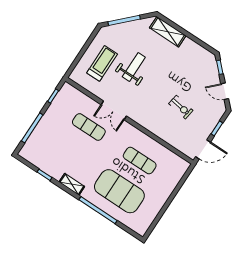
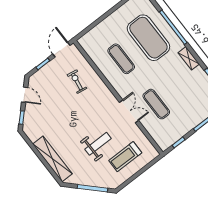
shelving: (168, 32) -> (52, 159), width x1.47
weight bench: (134, 67) -> (98, 144), turned 180
exercise bike: (181, 107) -> (77, 82), moved
door: (203, 149) -> (61, 50), hinge flipped

